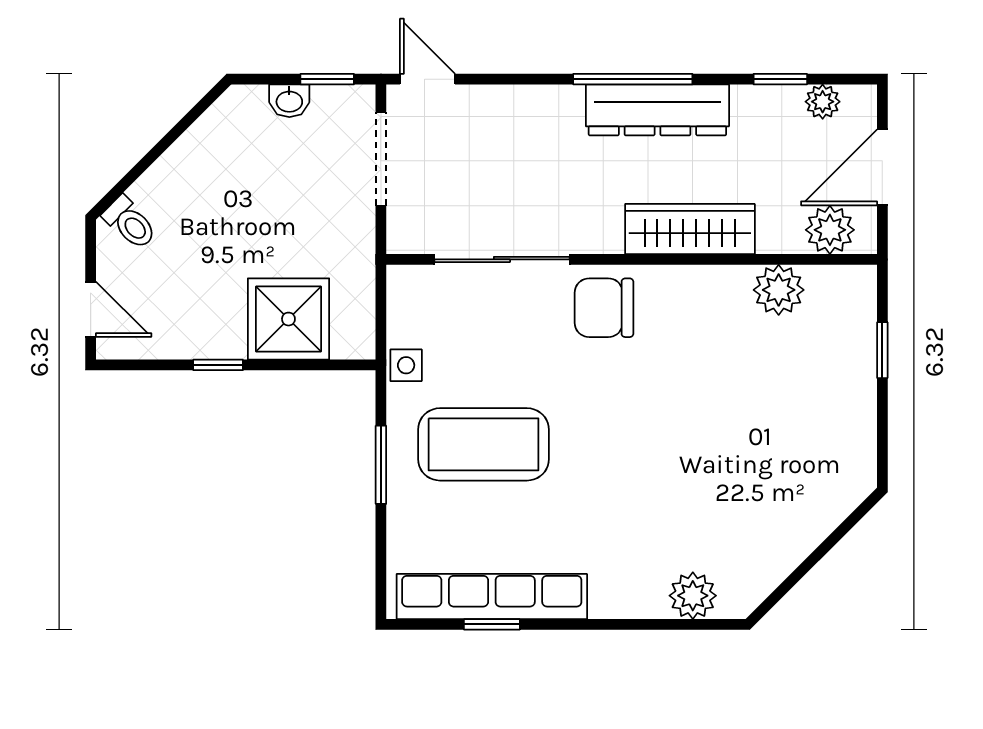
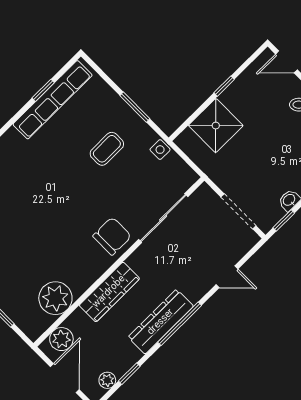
door: (428, 79) -> (227, 277), moved
plant: (779, 290) -> (55, 298), width x1.36, depth x1.36
coffee table: (483, 444) -> (107, 149), width x0.54, depth x0.58

